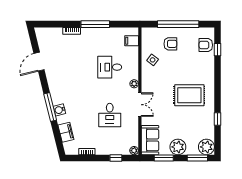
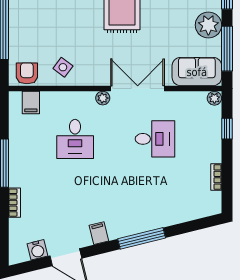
armchair: (170, 44) -> (27, 73), moved
double door: (140, 105) -> (138, 88), width x1.37
water cooler: (60, 110) -> (37, 250), moved
filing cabinet: (66, 132) -> (99, 233), moved, width x0.50
window: (164, 158) -> (227, 49), width x1.44

